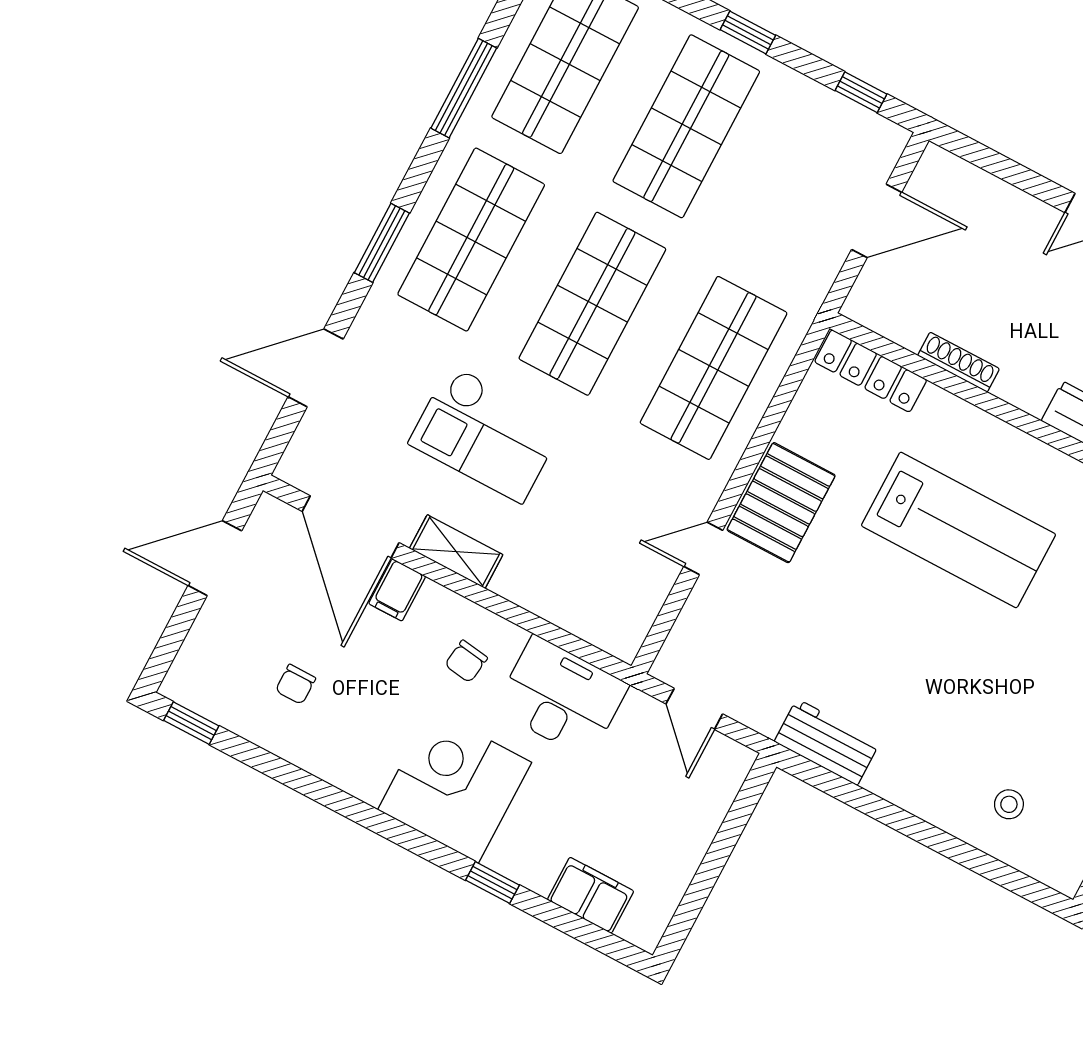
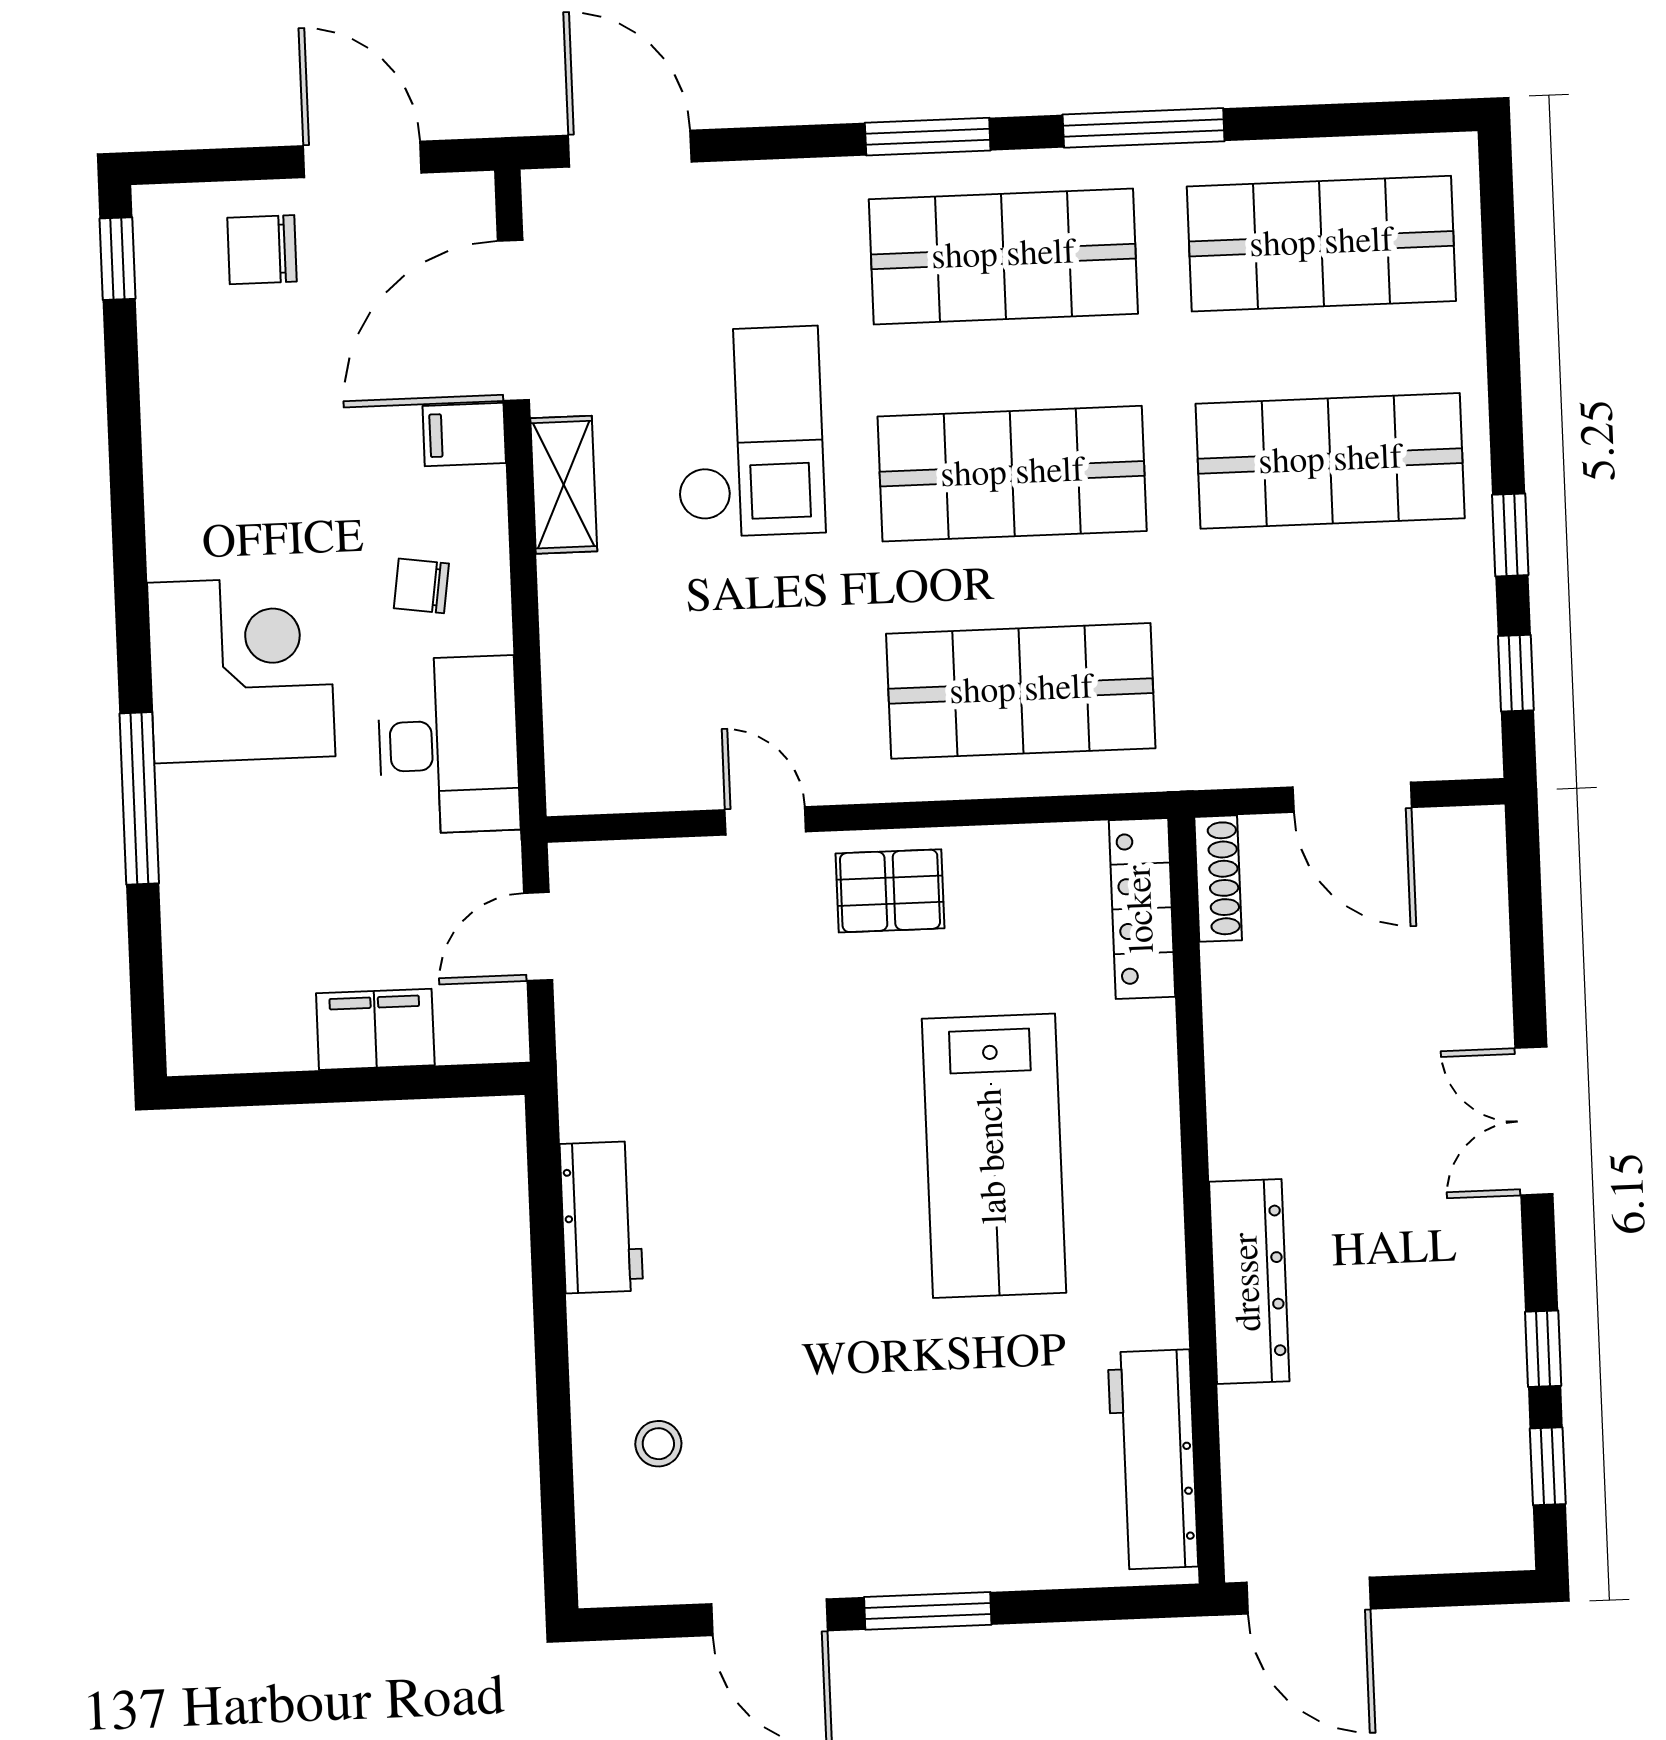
window: (748, 32) -> (1510, 535), moved
window: (464, 88) -> (1144, 128), moved
shoe rack: (959, 362) -> (1218, 879), moved
door: (316, 368) -> (630, 149), moved
checkout: (486, 434) -> (749, 432), turned 180
pallet: (781, 503) -> (890, 891), width x0.67, depth x0.71
chair: (296, 684) -> (262, 250), moved, width x1.37, depth x1.37
workbench: (827, 742) -> (601, 1217), moved
window: (492, 883) -> (139, 798), width x2.17
filing cabinet: (591, 895) -> (375, 1029), moved, turned -90

